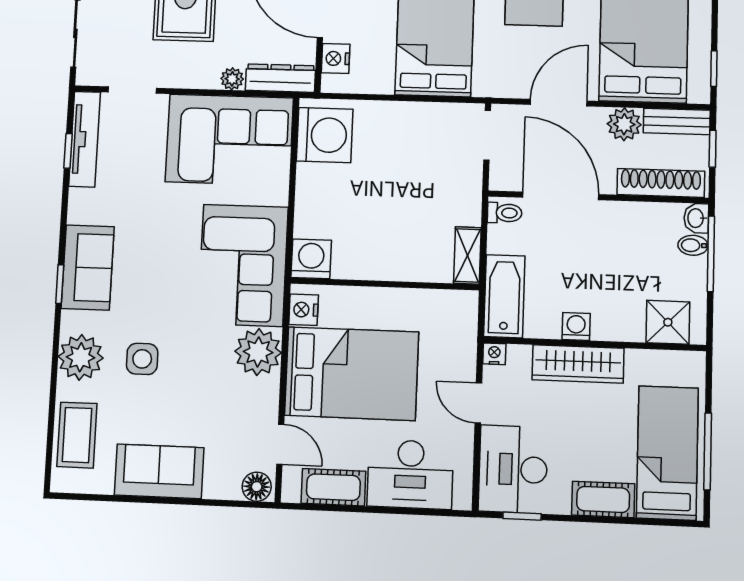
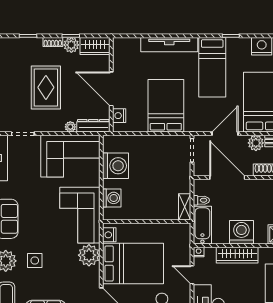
washing machine: (325, 135) -> (116, 166), moved
toilet: (505, 213) -> (201, 200), moved
washing machine: (311, 259) -> (112, 198), moved, turned 90
washing machine: (576, 326) -> (241, 232), width x1.89, depth x1.89

